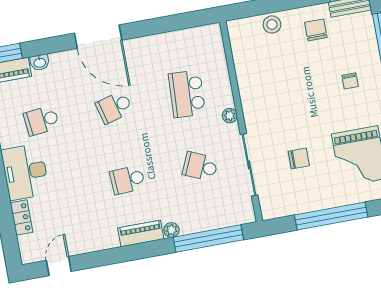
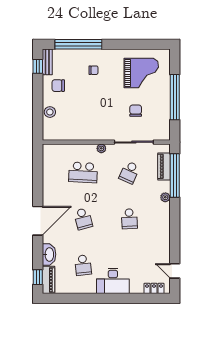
washbasin: (40, 62) -> (49, 254), width x1.91, depth x1.45
locker: (22, 218) -> (154, 288), moved
piano: (141, 233) -> (164, 166), moved

